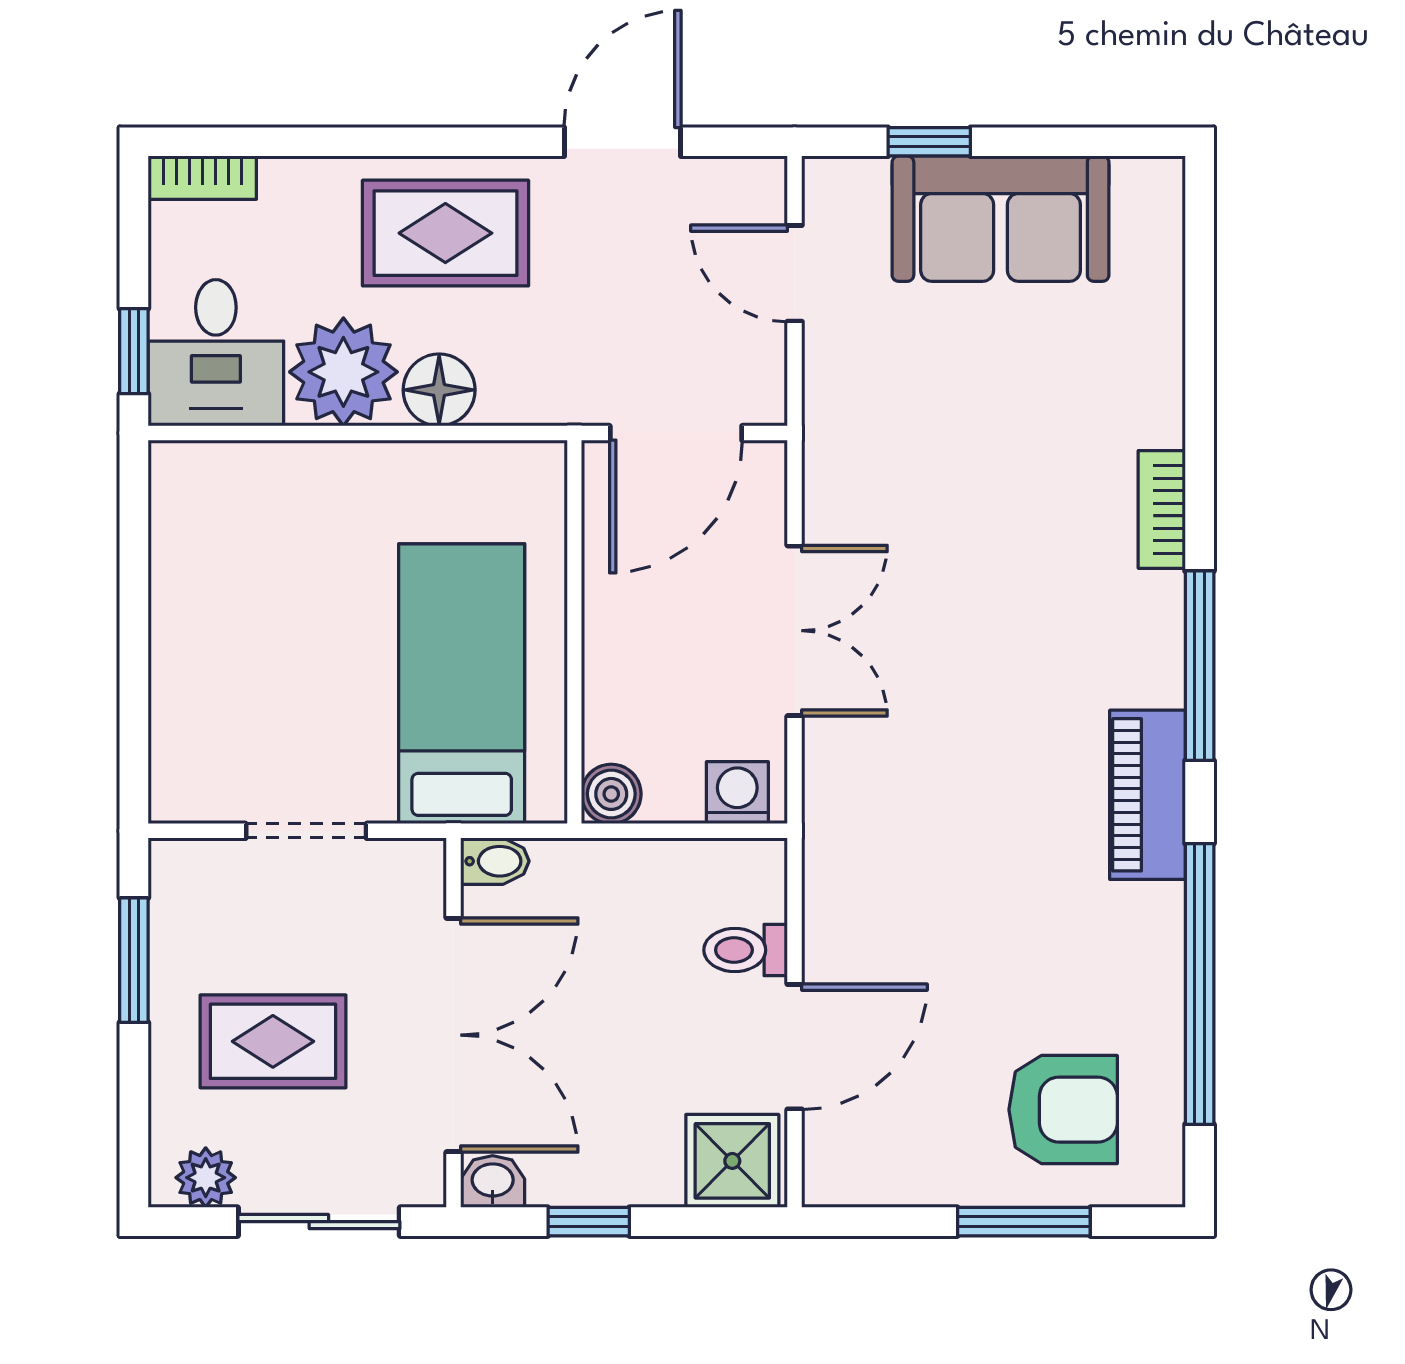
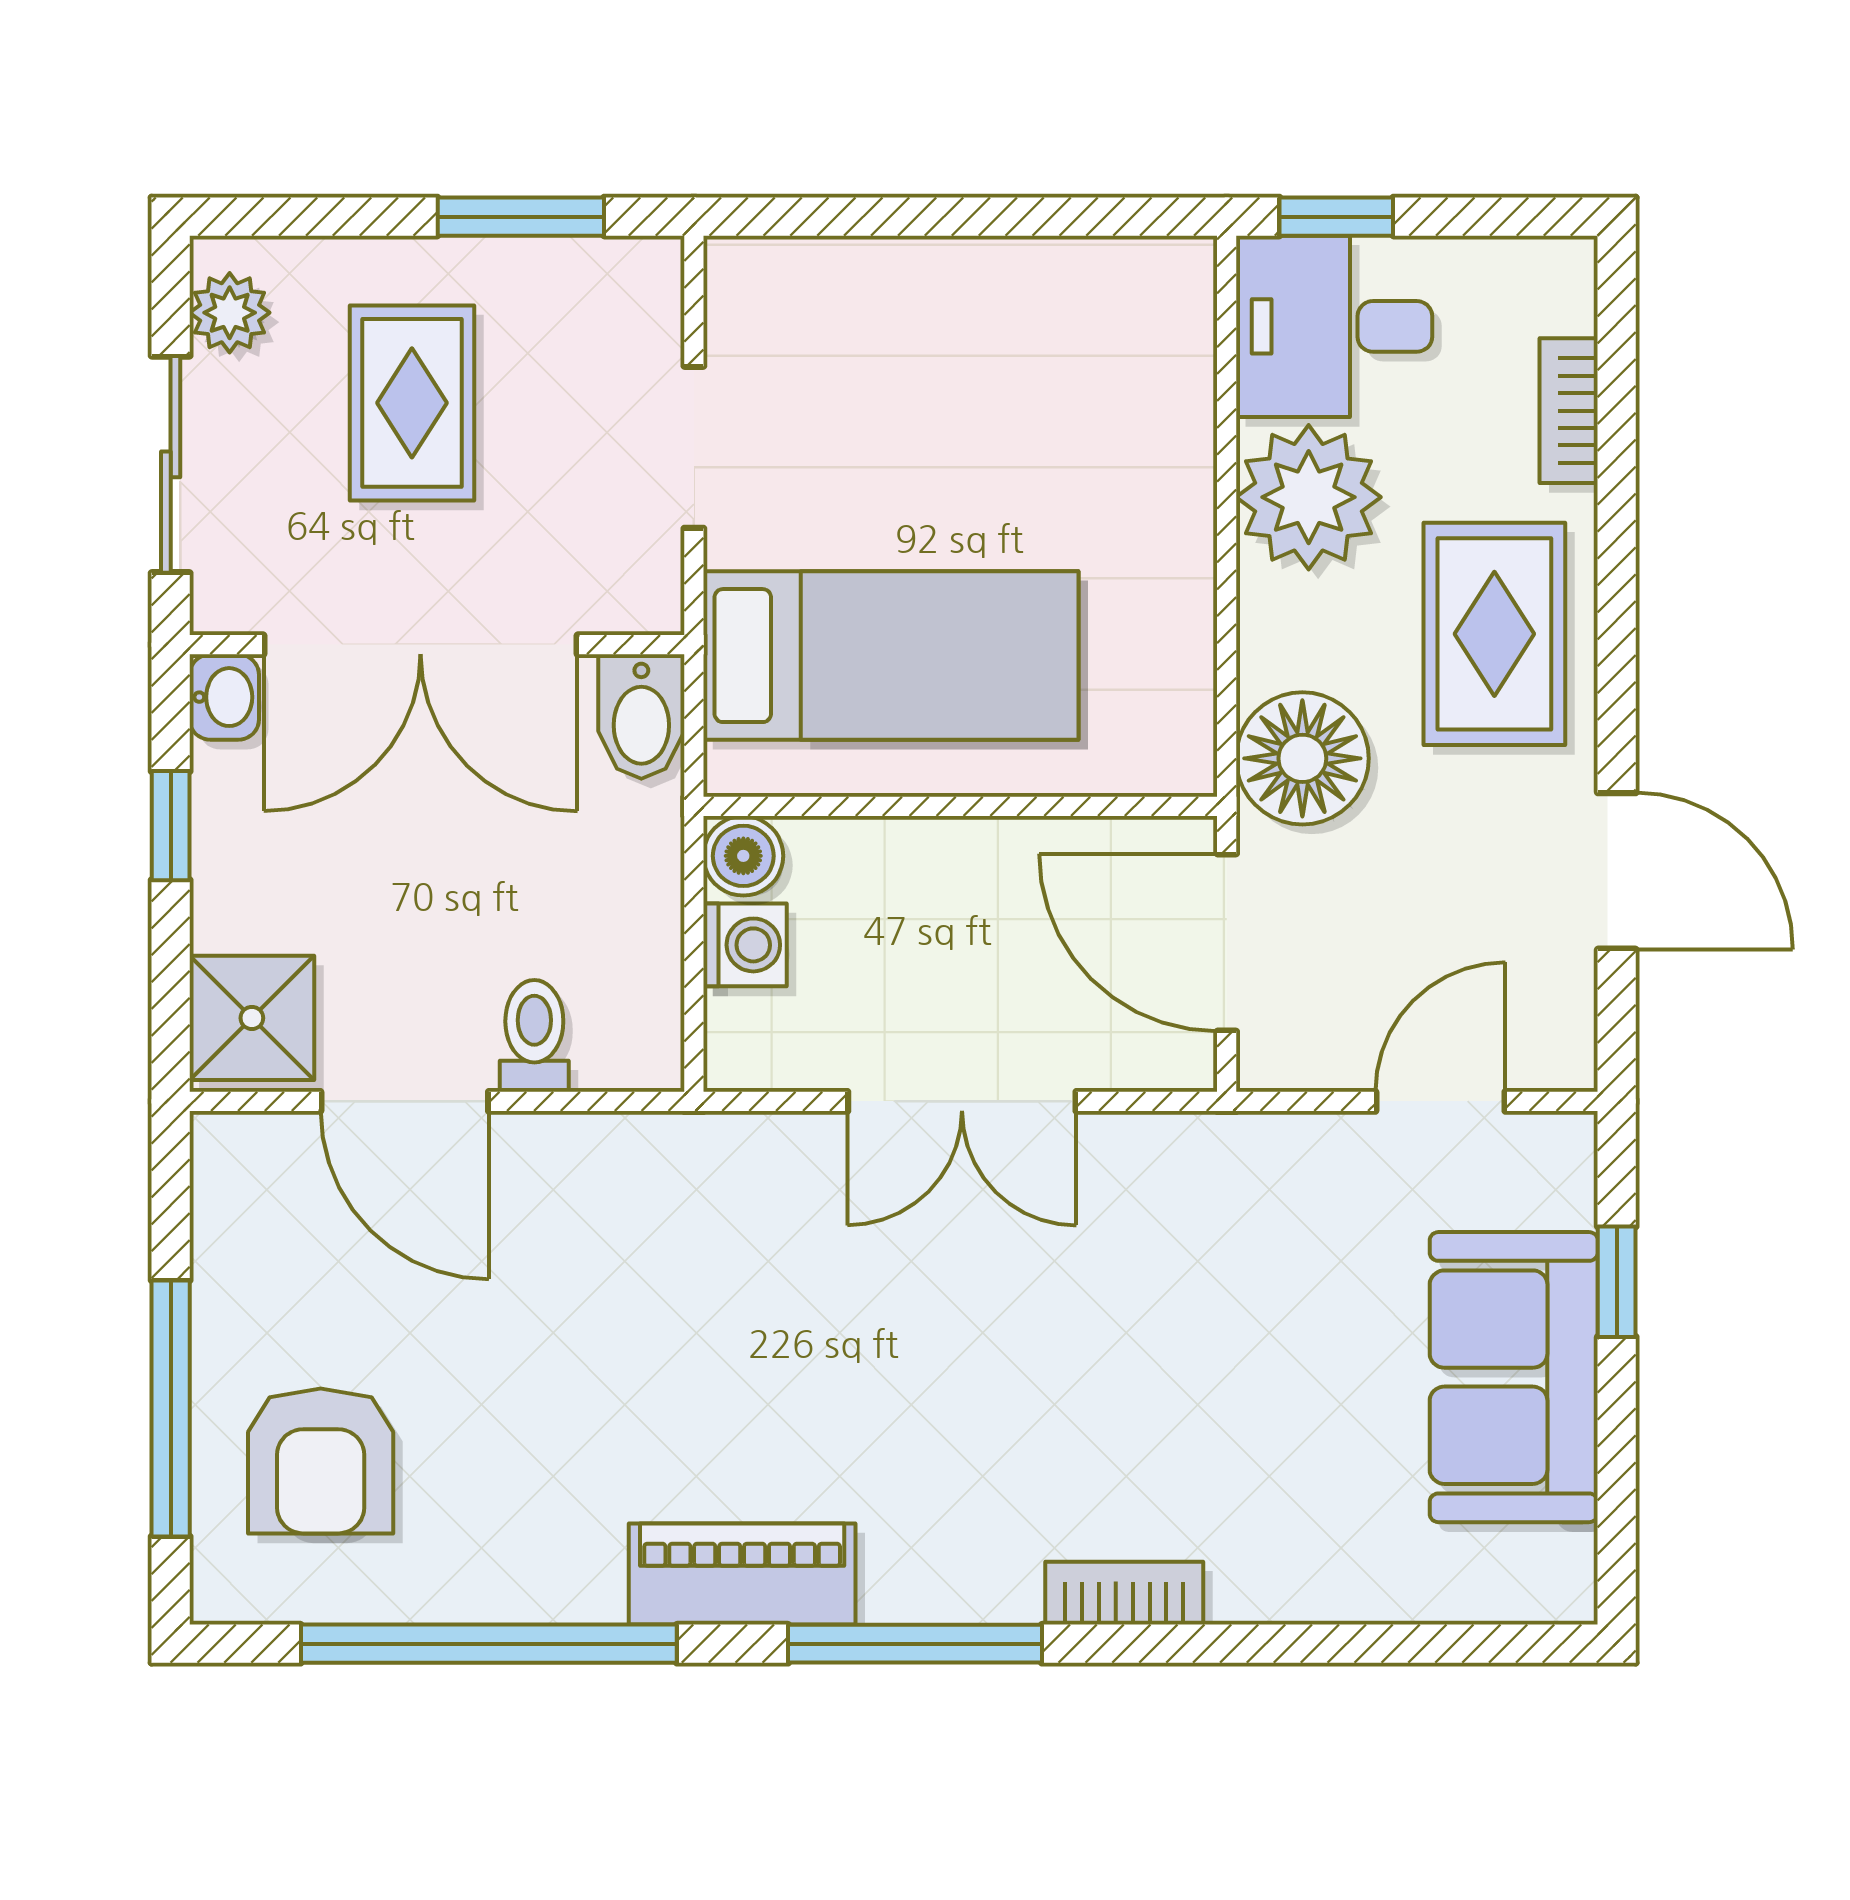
bookcase: (202, 178) -> (1569, 411), moved
floor lamp: (439, 390) -> (1302, 758), moved, width x1.38, depth x1.38
washing machine: (737, 793) -> (745, 945), moved
bidet: (495, 861) -> (641, 717), width x1.38, depth x1.36
window: (1024, 1222) -> (171, 1408), width x1.44

